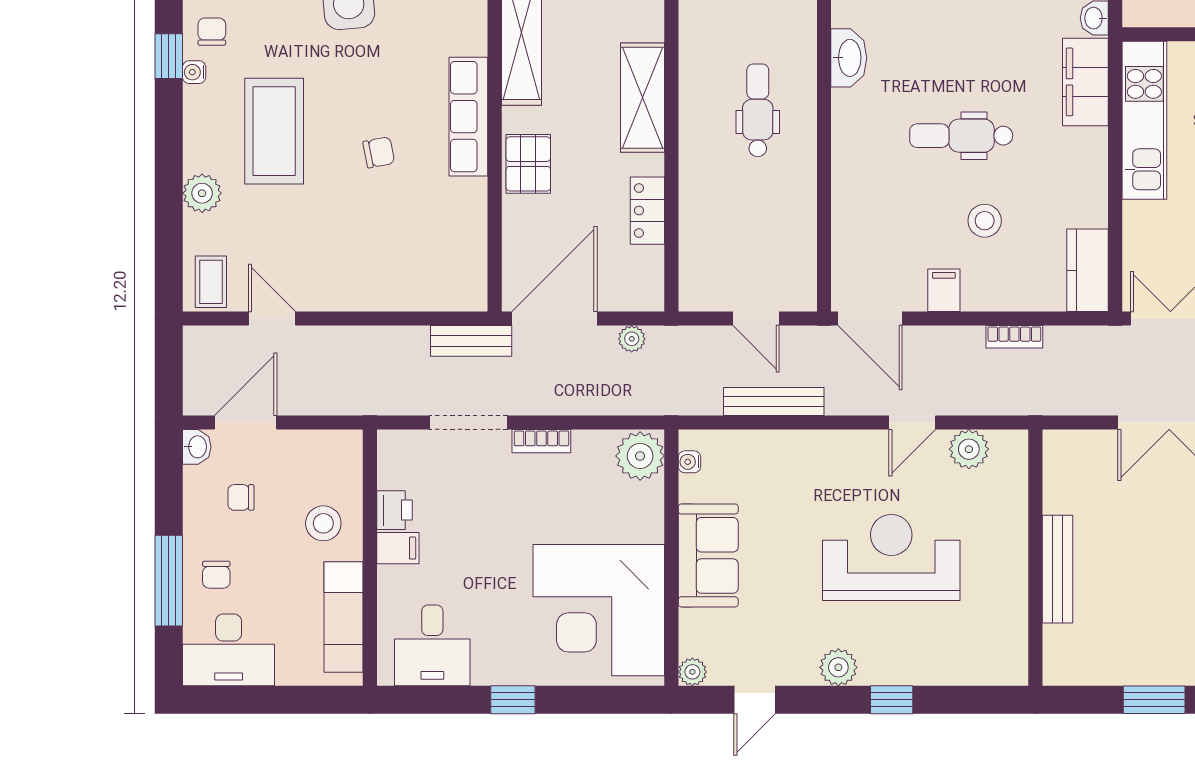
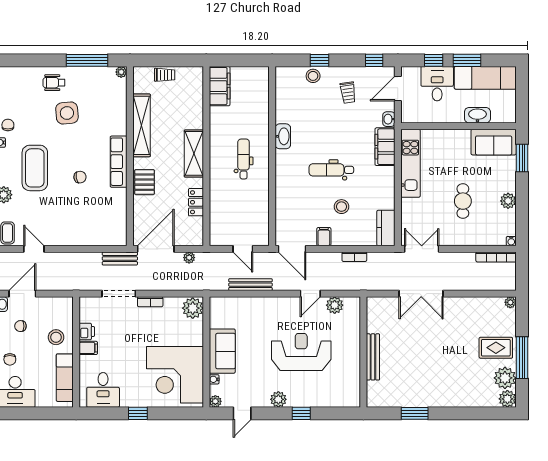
water cooler: (689, 462) -> (214, 379), moved

